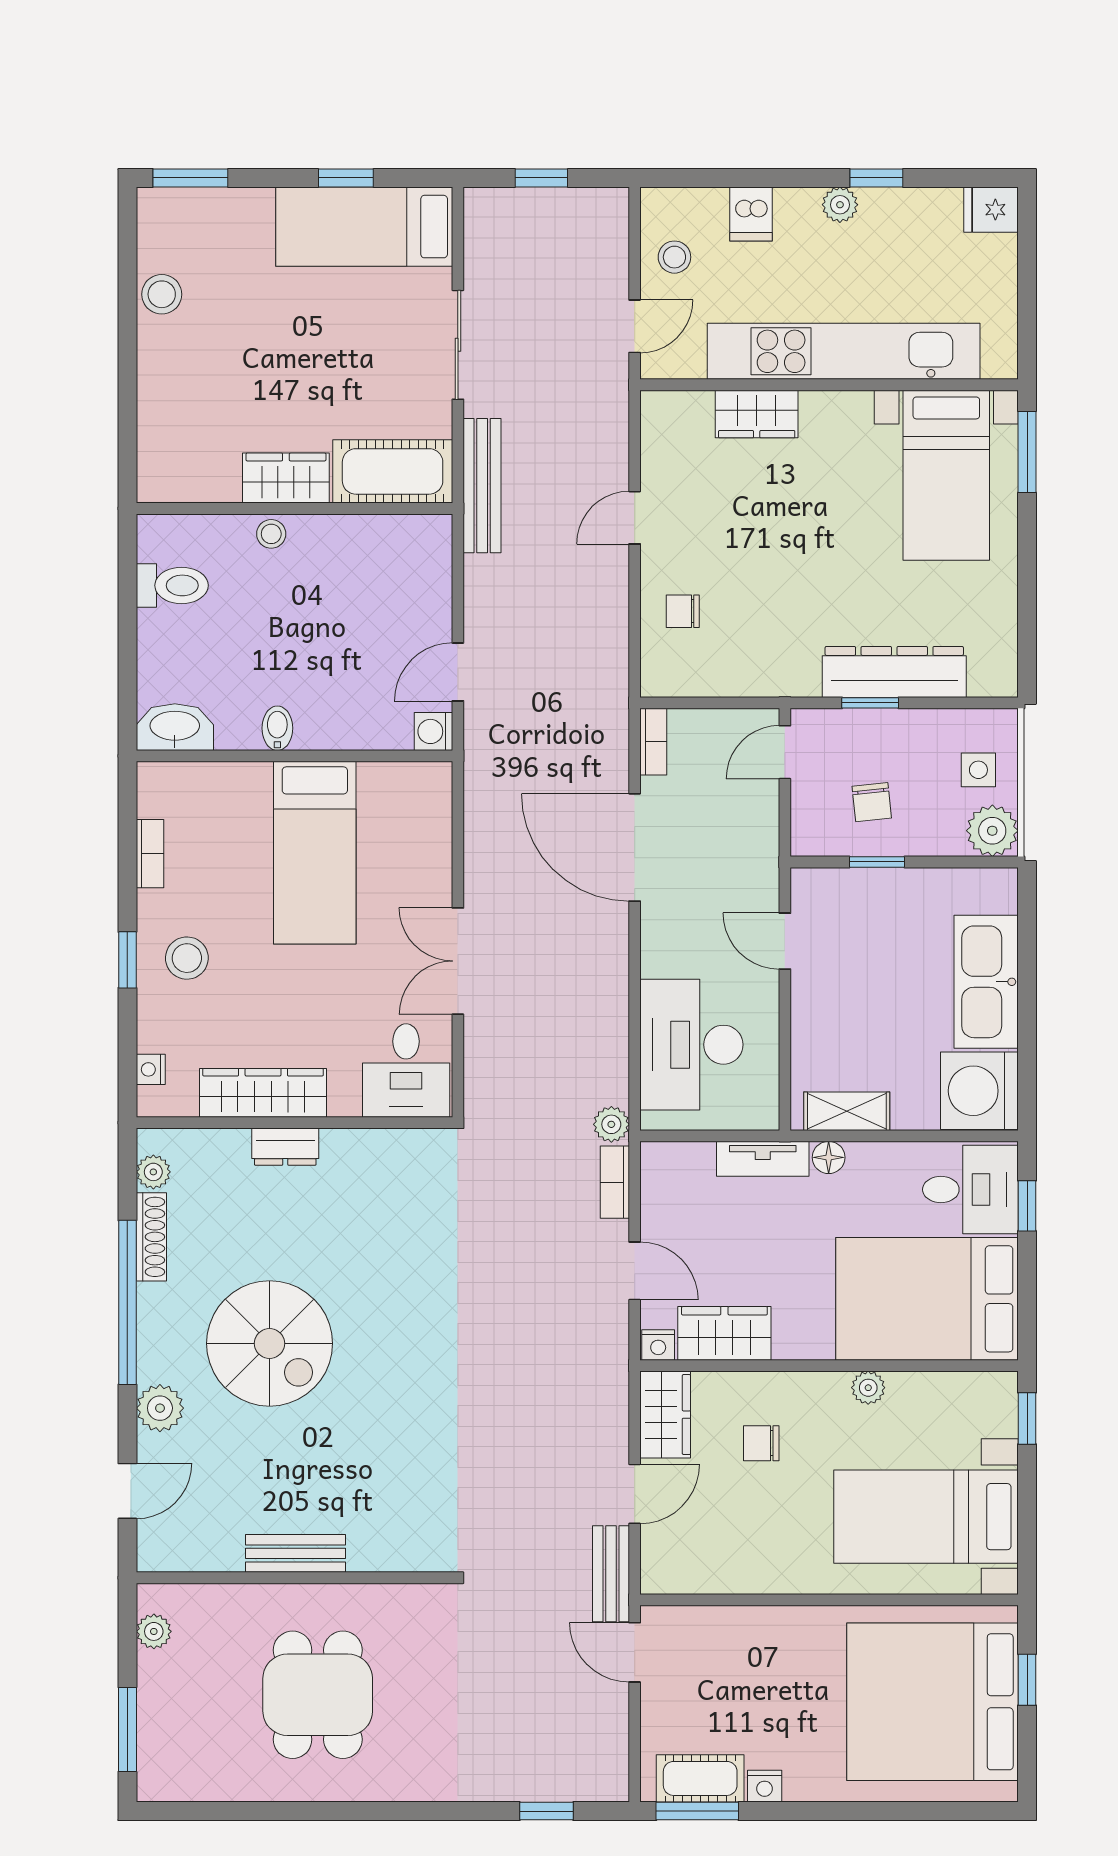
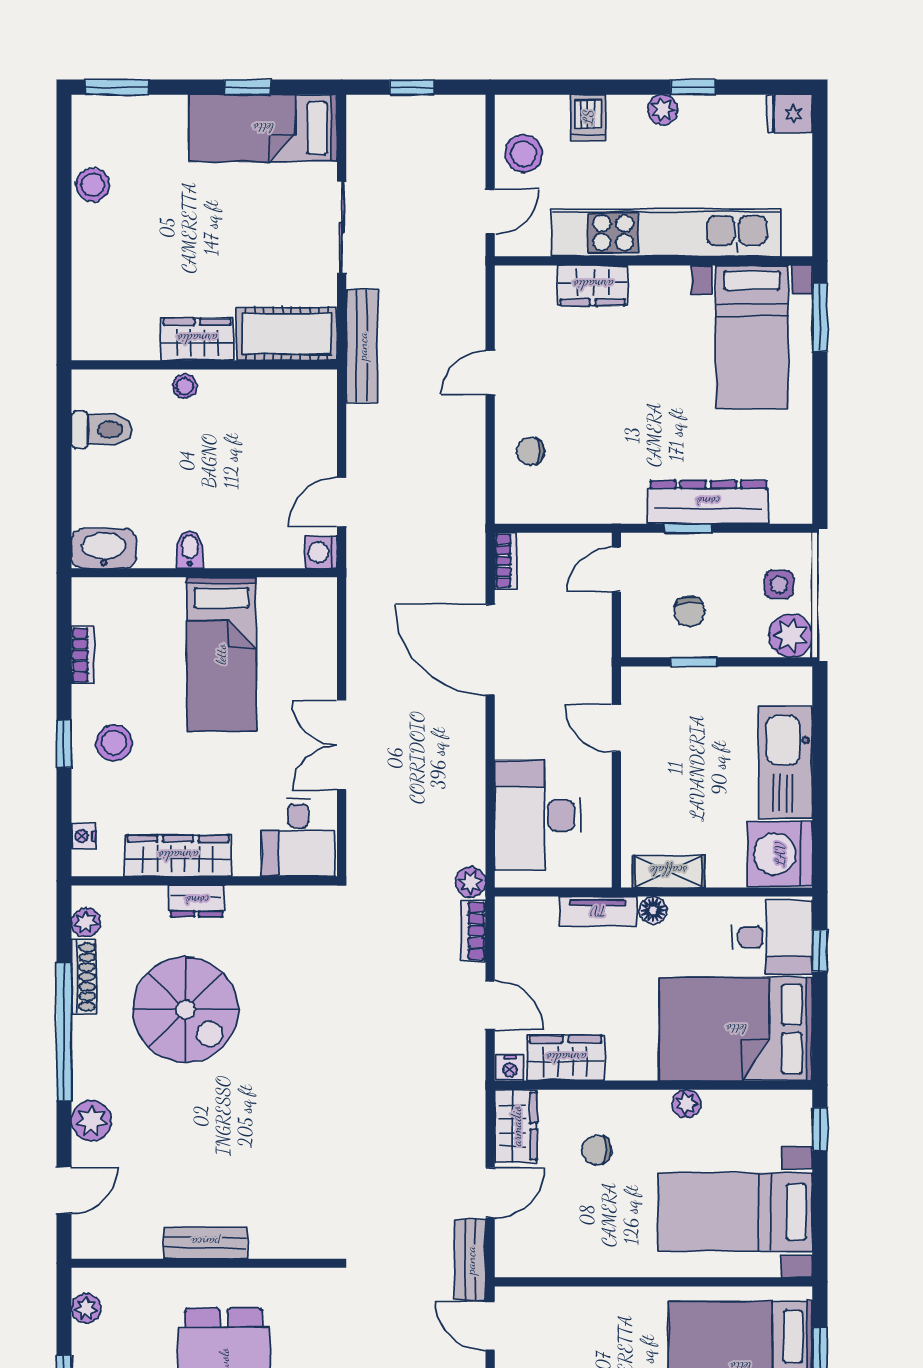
stool: (674, 257) -> (524, 154), width x1.37, depth x1.37
spiral stairs: (270, 1343) -> (186, 1010), moved

